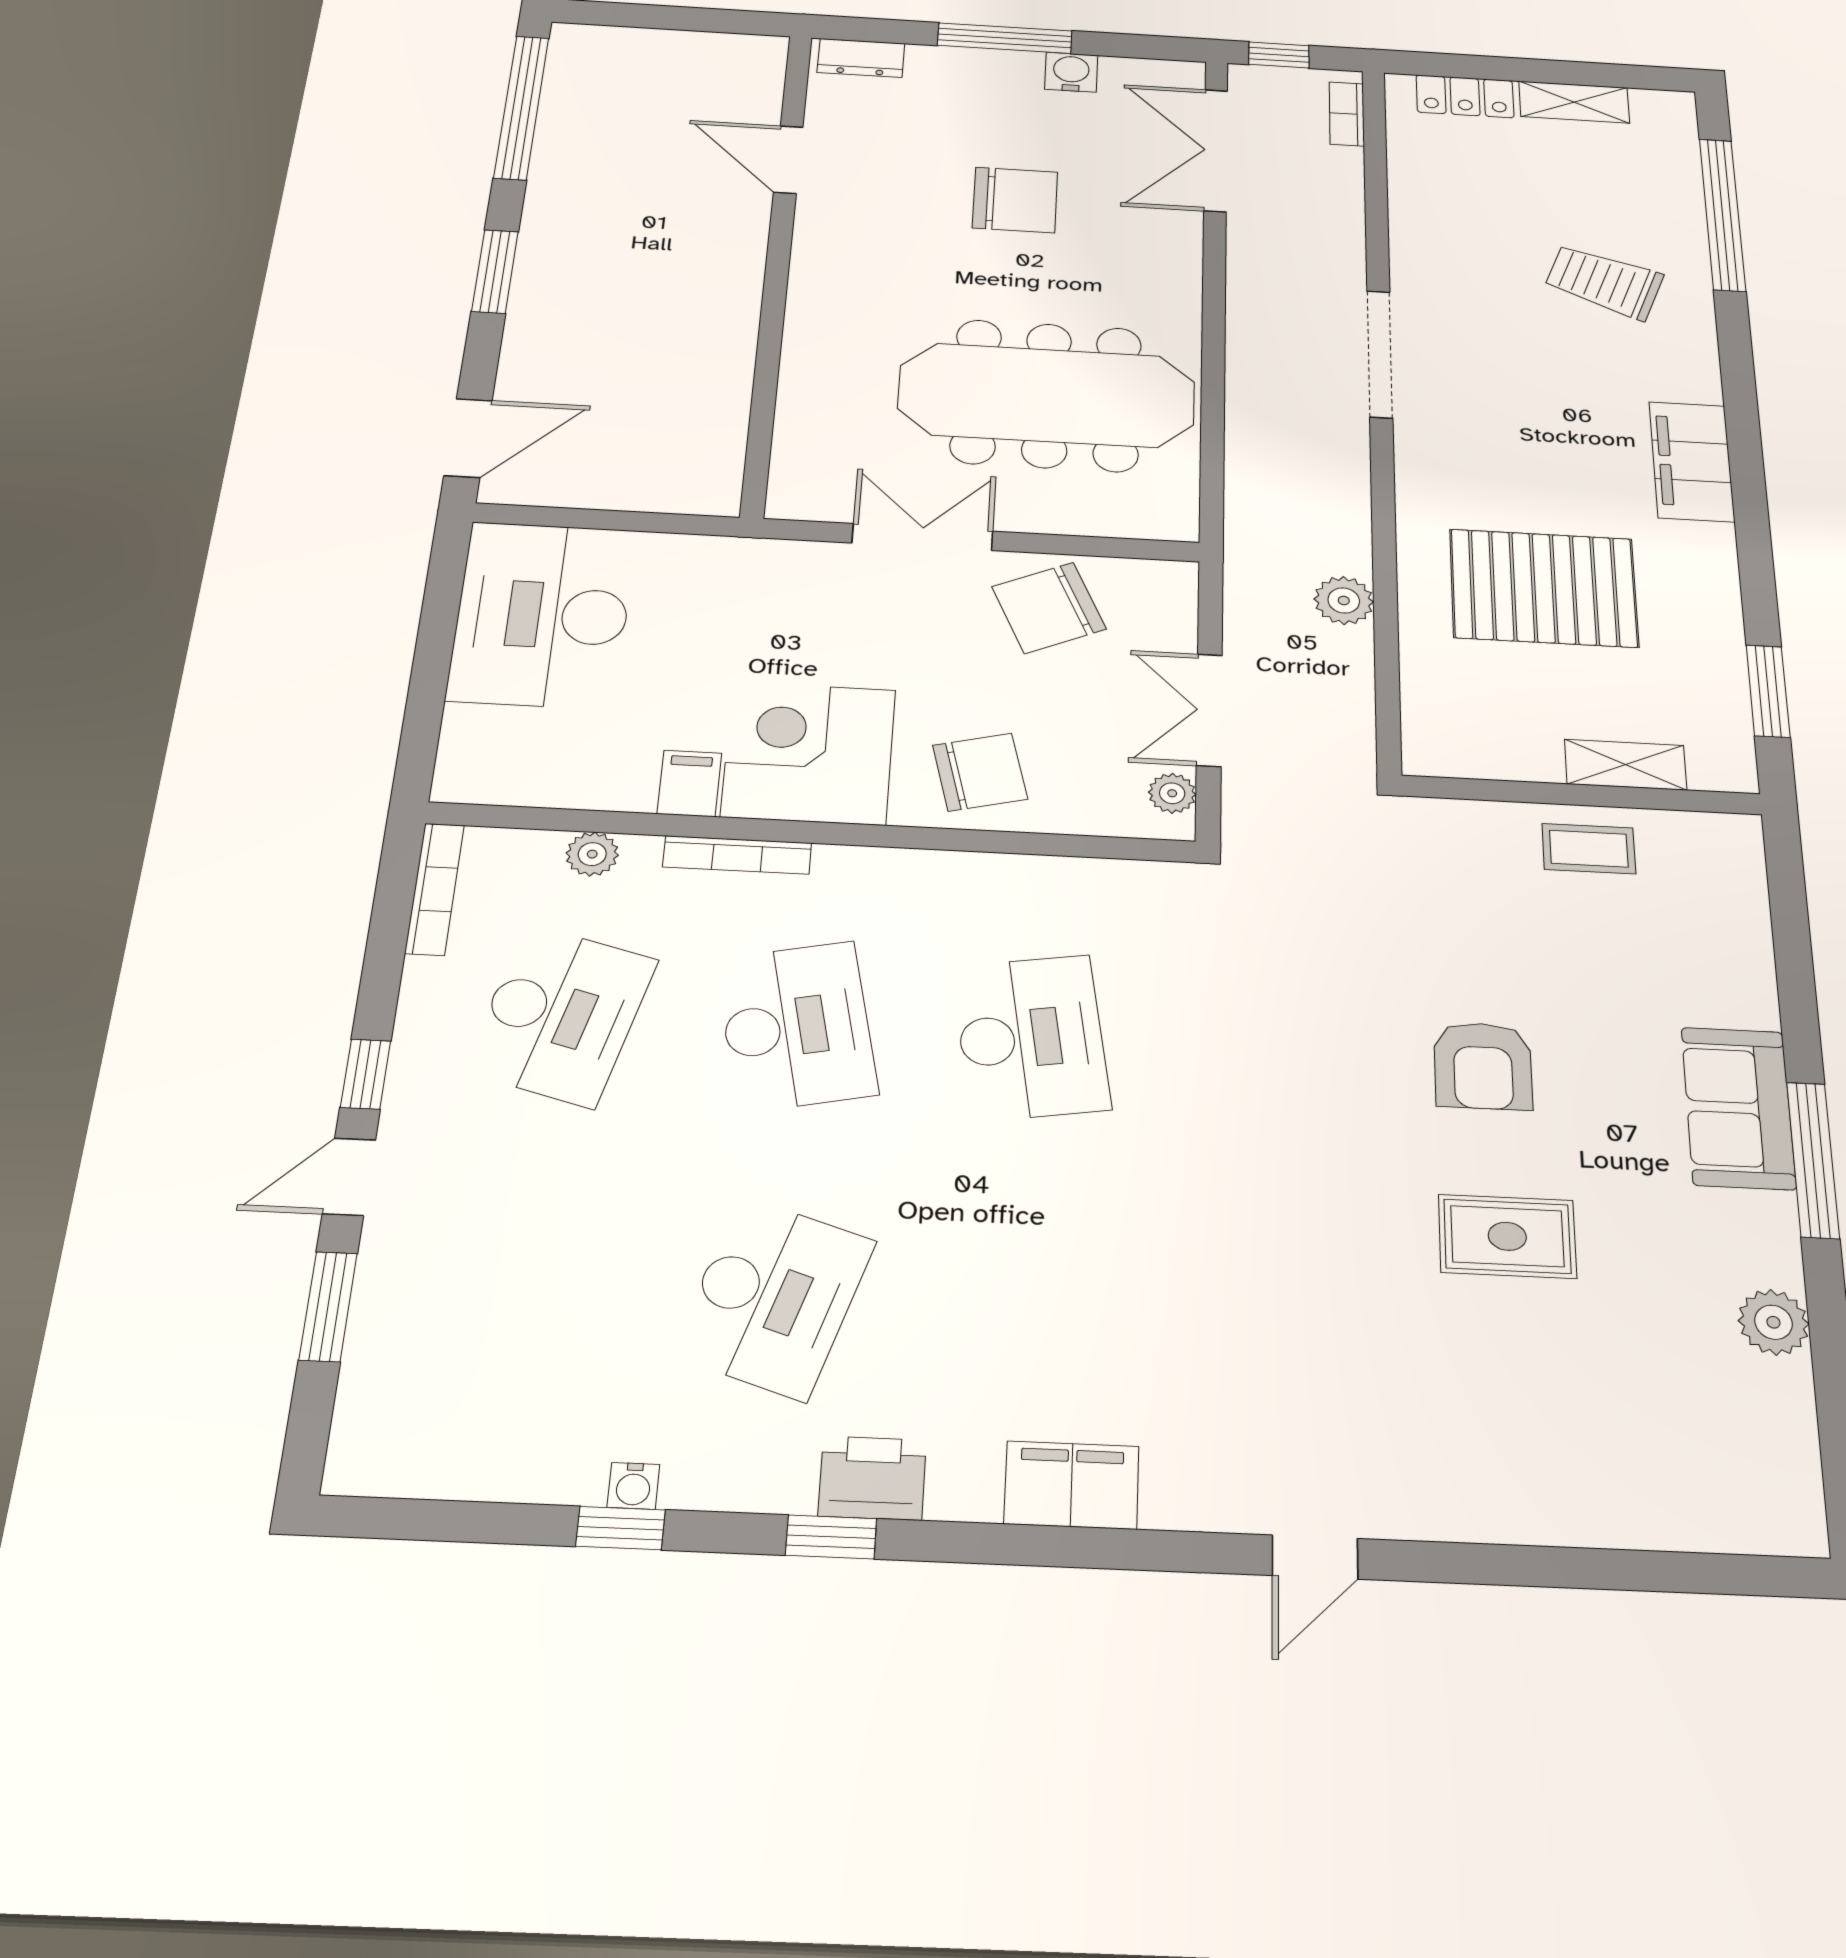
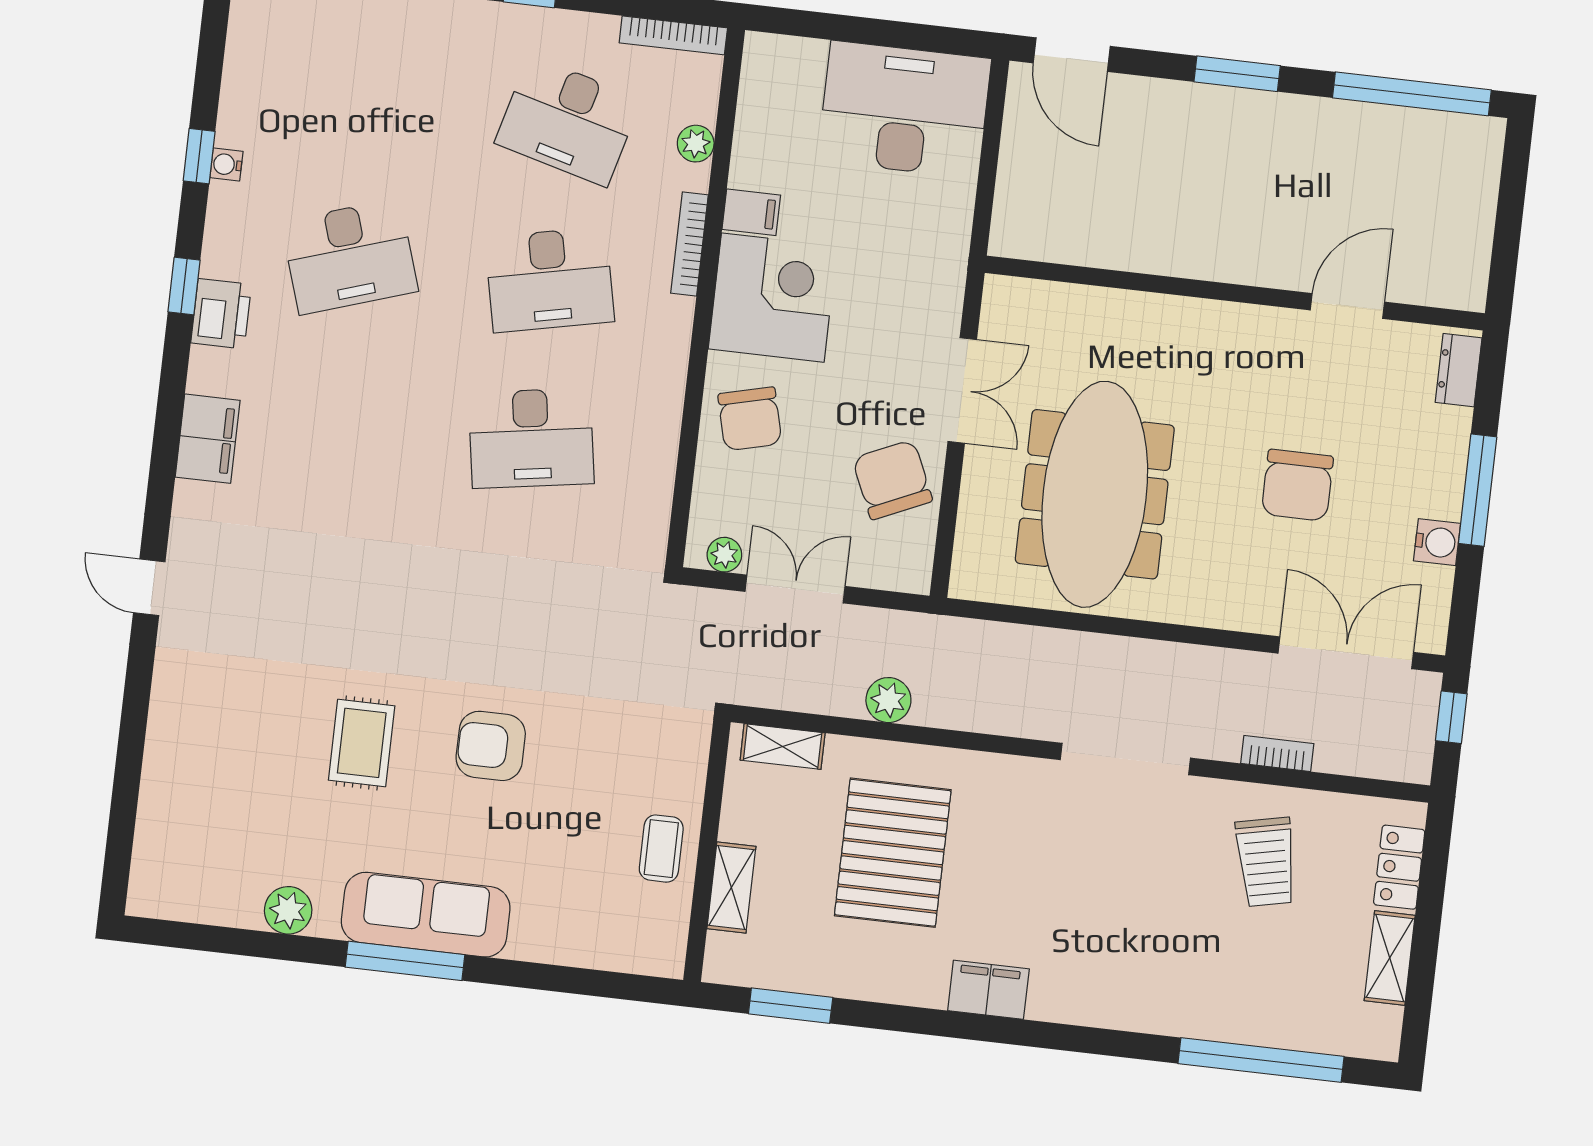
bookcase: (1347, 114) -> (1277, 753), moved
trolley: (1604, 282) -> (1266, 862), moved, turned 148
filing cabinet: (1692, 461) -> (988, 990), width x0.67, depth x0.86
shelving: (1425, 715) -> (783, 746), added
sofa: (1738, 1108) -> (426, 915), width x1.36
desk: (773, 1297) -> (349, 256), turned -36

